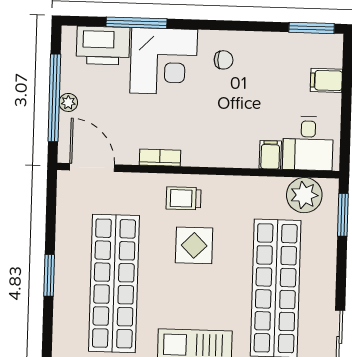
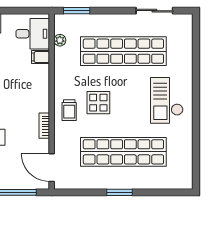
plant: (68, 102) -> (12, 184), removed
door: (92, 167) -> (52, 168), hinge flipped
plant: (304, 195) -> (60, 40), width x0.53, depth x0.53

